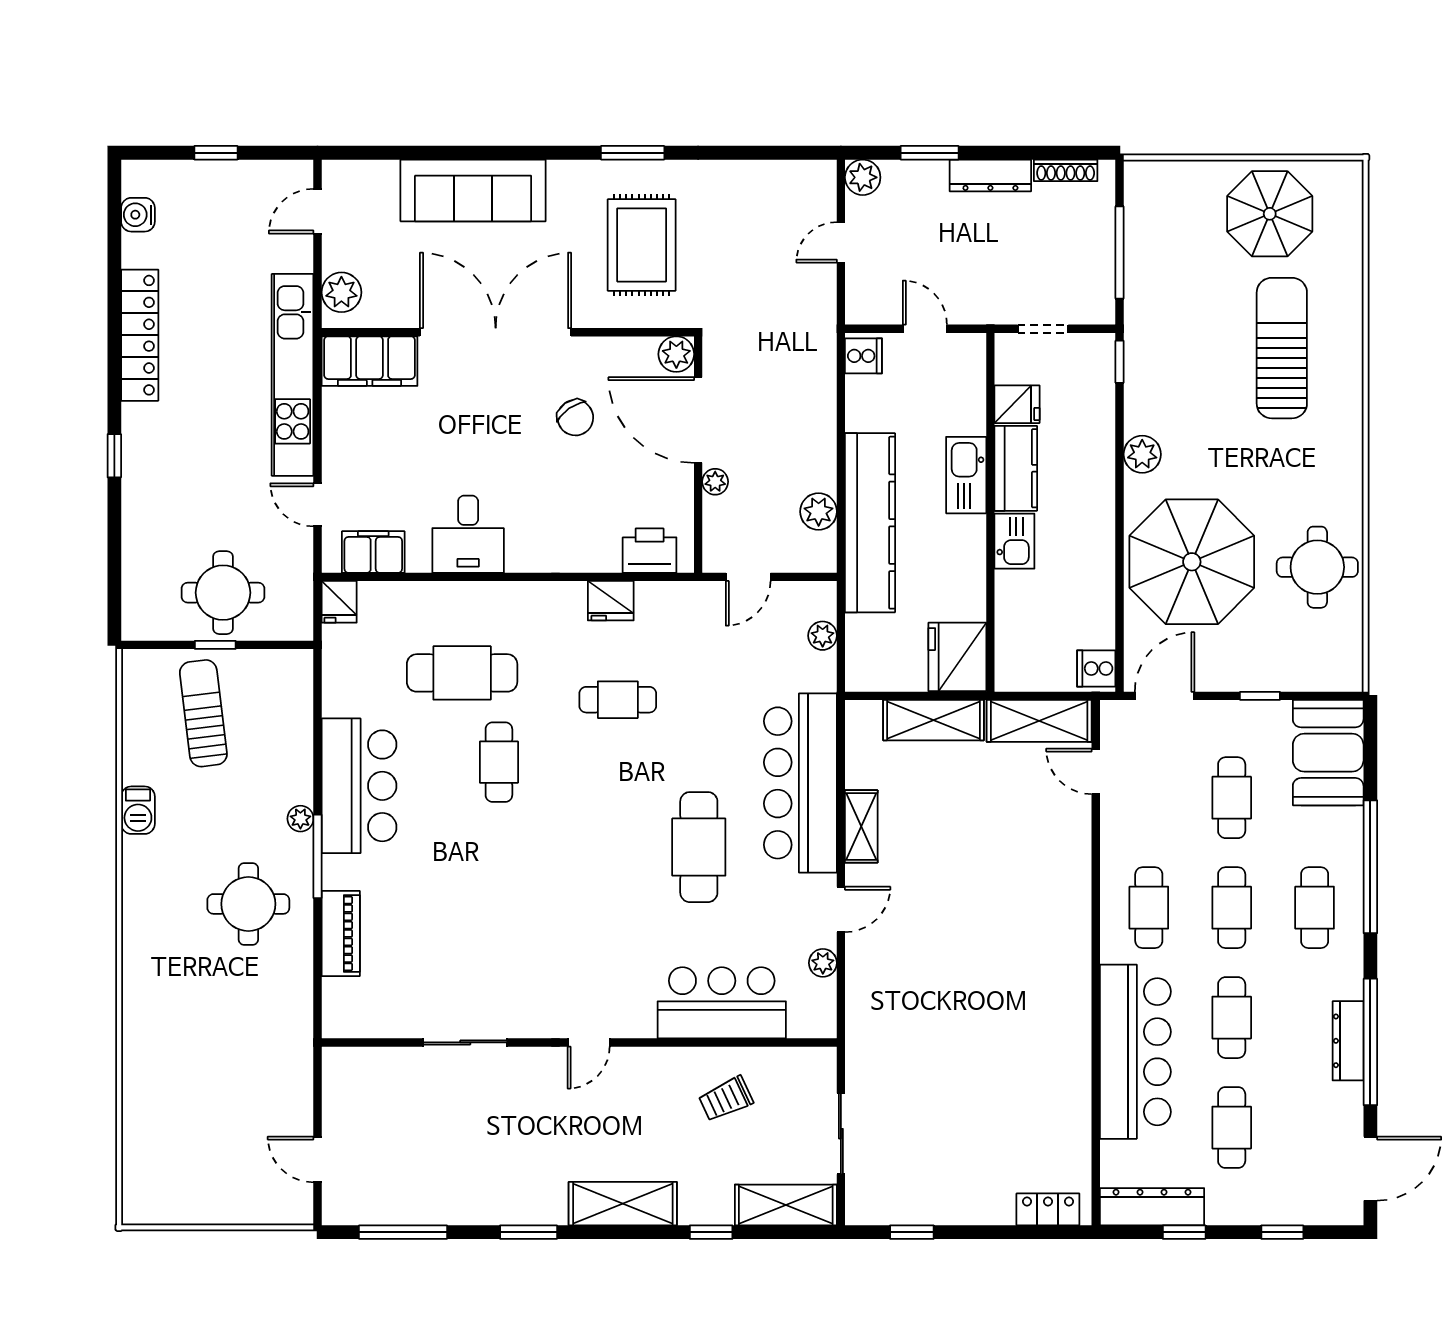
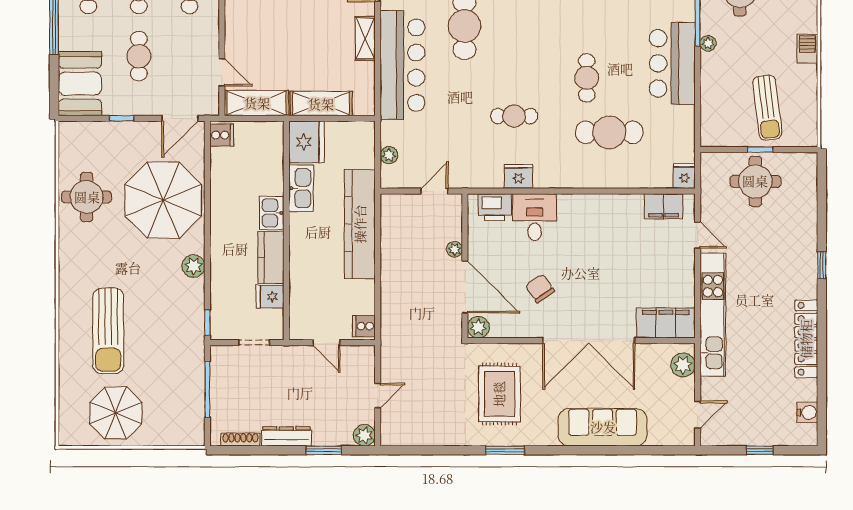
kitchen sink: (966, 475) -> (301, 188), moved
plant: (819, 512) -> (391, 231), removed
desk: (468, 534) -> (535, 217), moved

